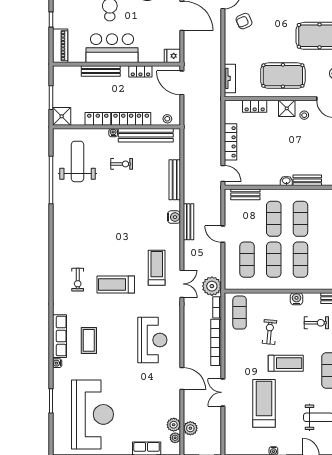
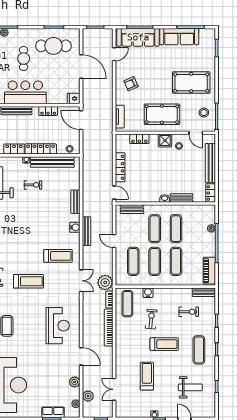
armchair: (244, 21) -> (131, 84), moved
bench: (175, 180) -> (75, 202), width x0.73
treadmill: (157, 268) -> (58, 256), moved, turned 90
treadmill: (116, 285) -> (28, 281), turned 180
water cooler: (297, 299) -> (148, 293), moved
double door: (223, 392) -> (114, 389), moved
treadmill: (264, 403) -> (147, 376), width x0.73, depth x0.73
plant: (174, 425) -> (75, 382), moved

